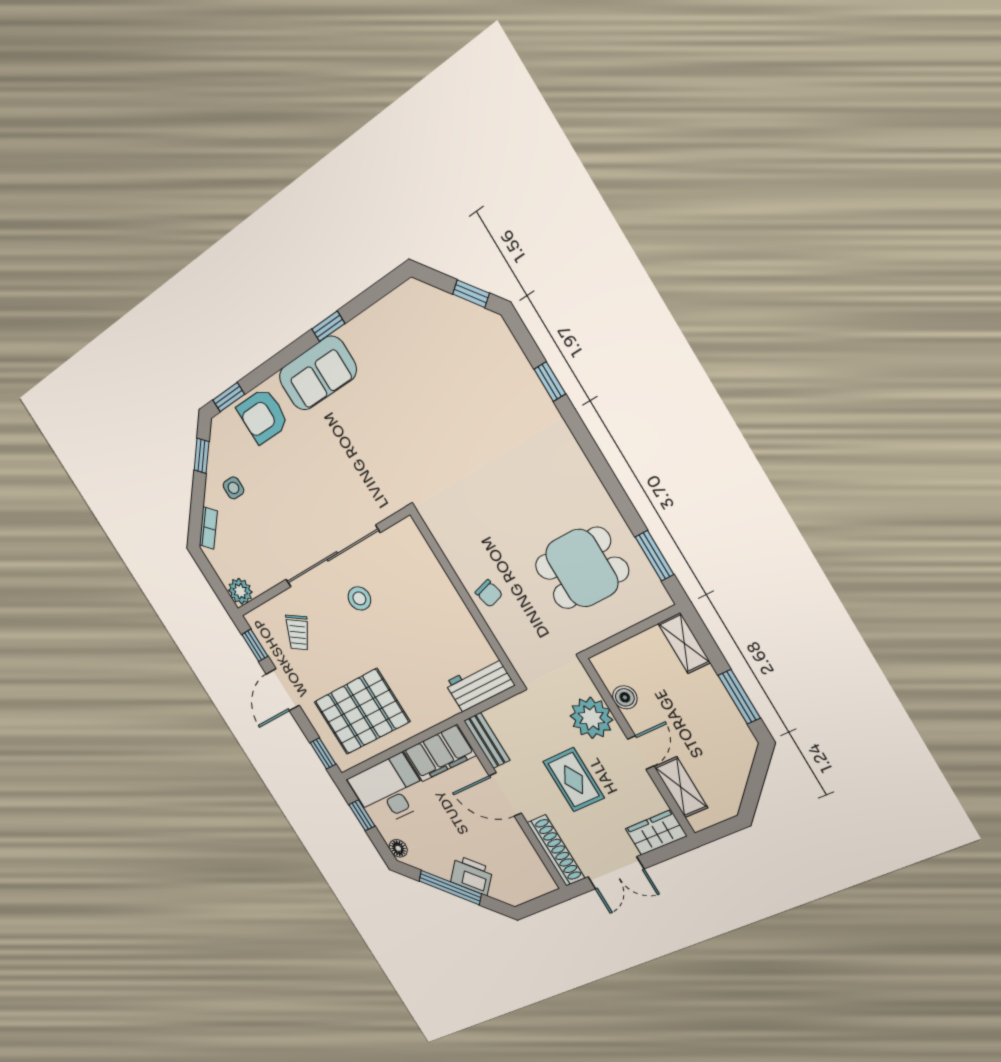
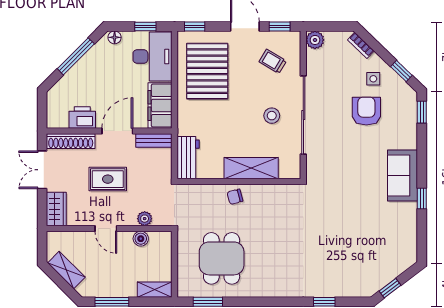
armchair: (263, 416) -> (366, 111), moved
shelving: (439, 591) -> (251, 168), added
plant: (591, 718) -> (145, 219), width x0.53, depth x0.53
shelving: (681, 787) -> (66, 270), moved, turned 45
printer: (472, 875) -> (82, 118), moved, turned -135

